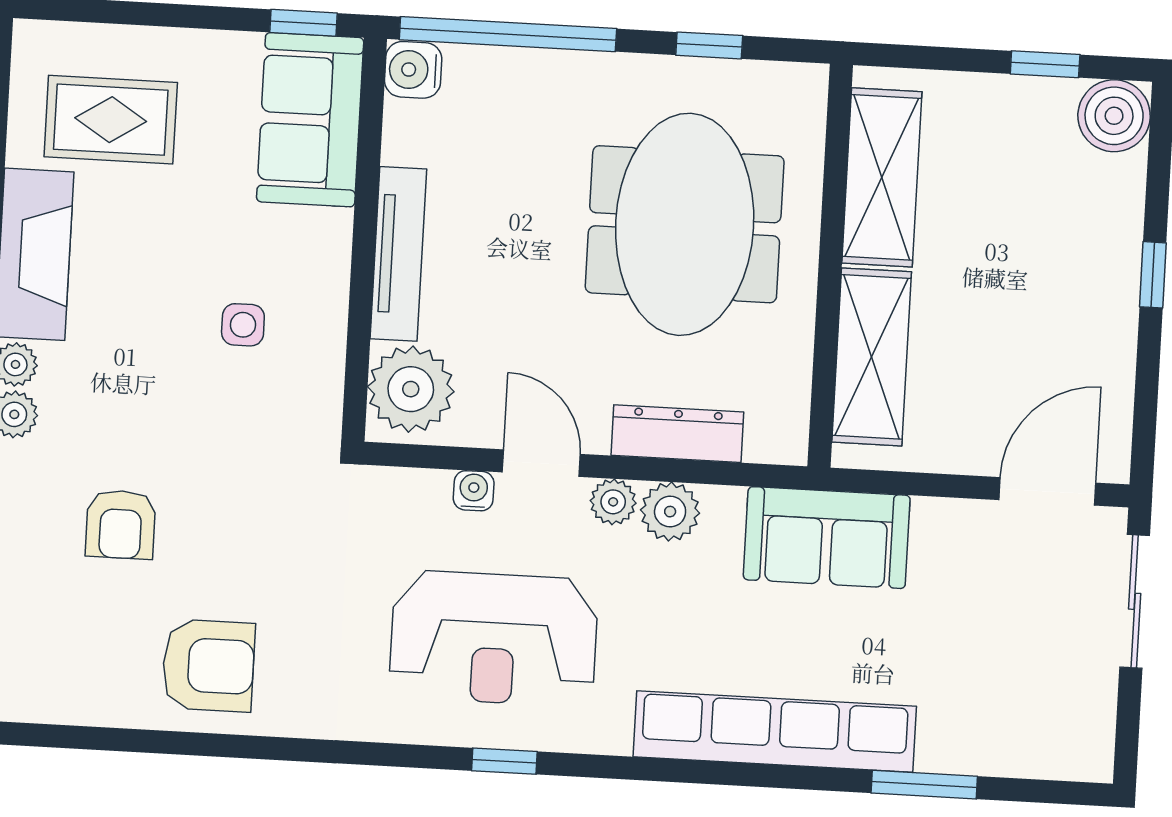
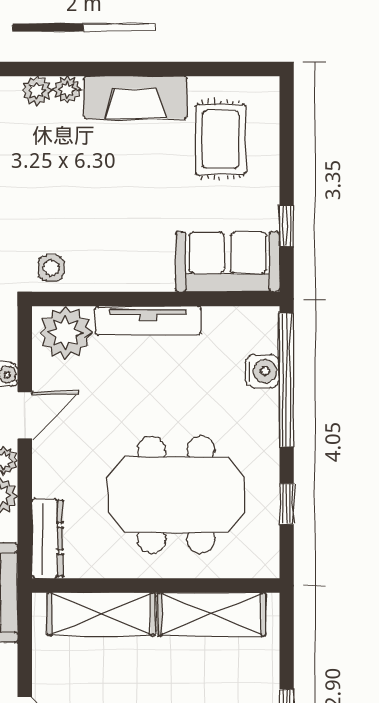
window: (303, 23) -> (287, 226), moved
water cooler: (413, 70) -> (262, 371), moved, turned 90
side table: (243, 325) -> (51, 268), moved
dresser: (677, 434) -> (48, 539), moved

